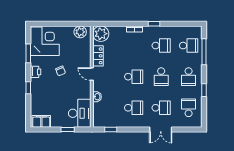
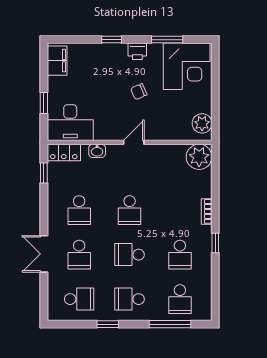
locker: (98, 56) -> (64, 152), moved

